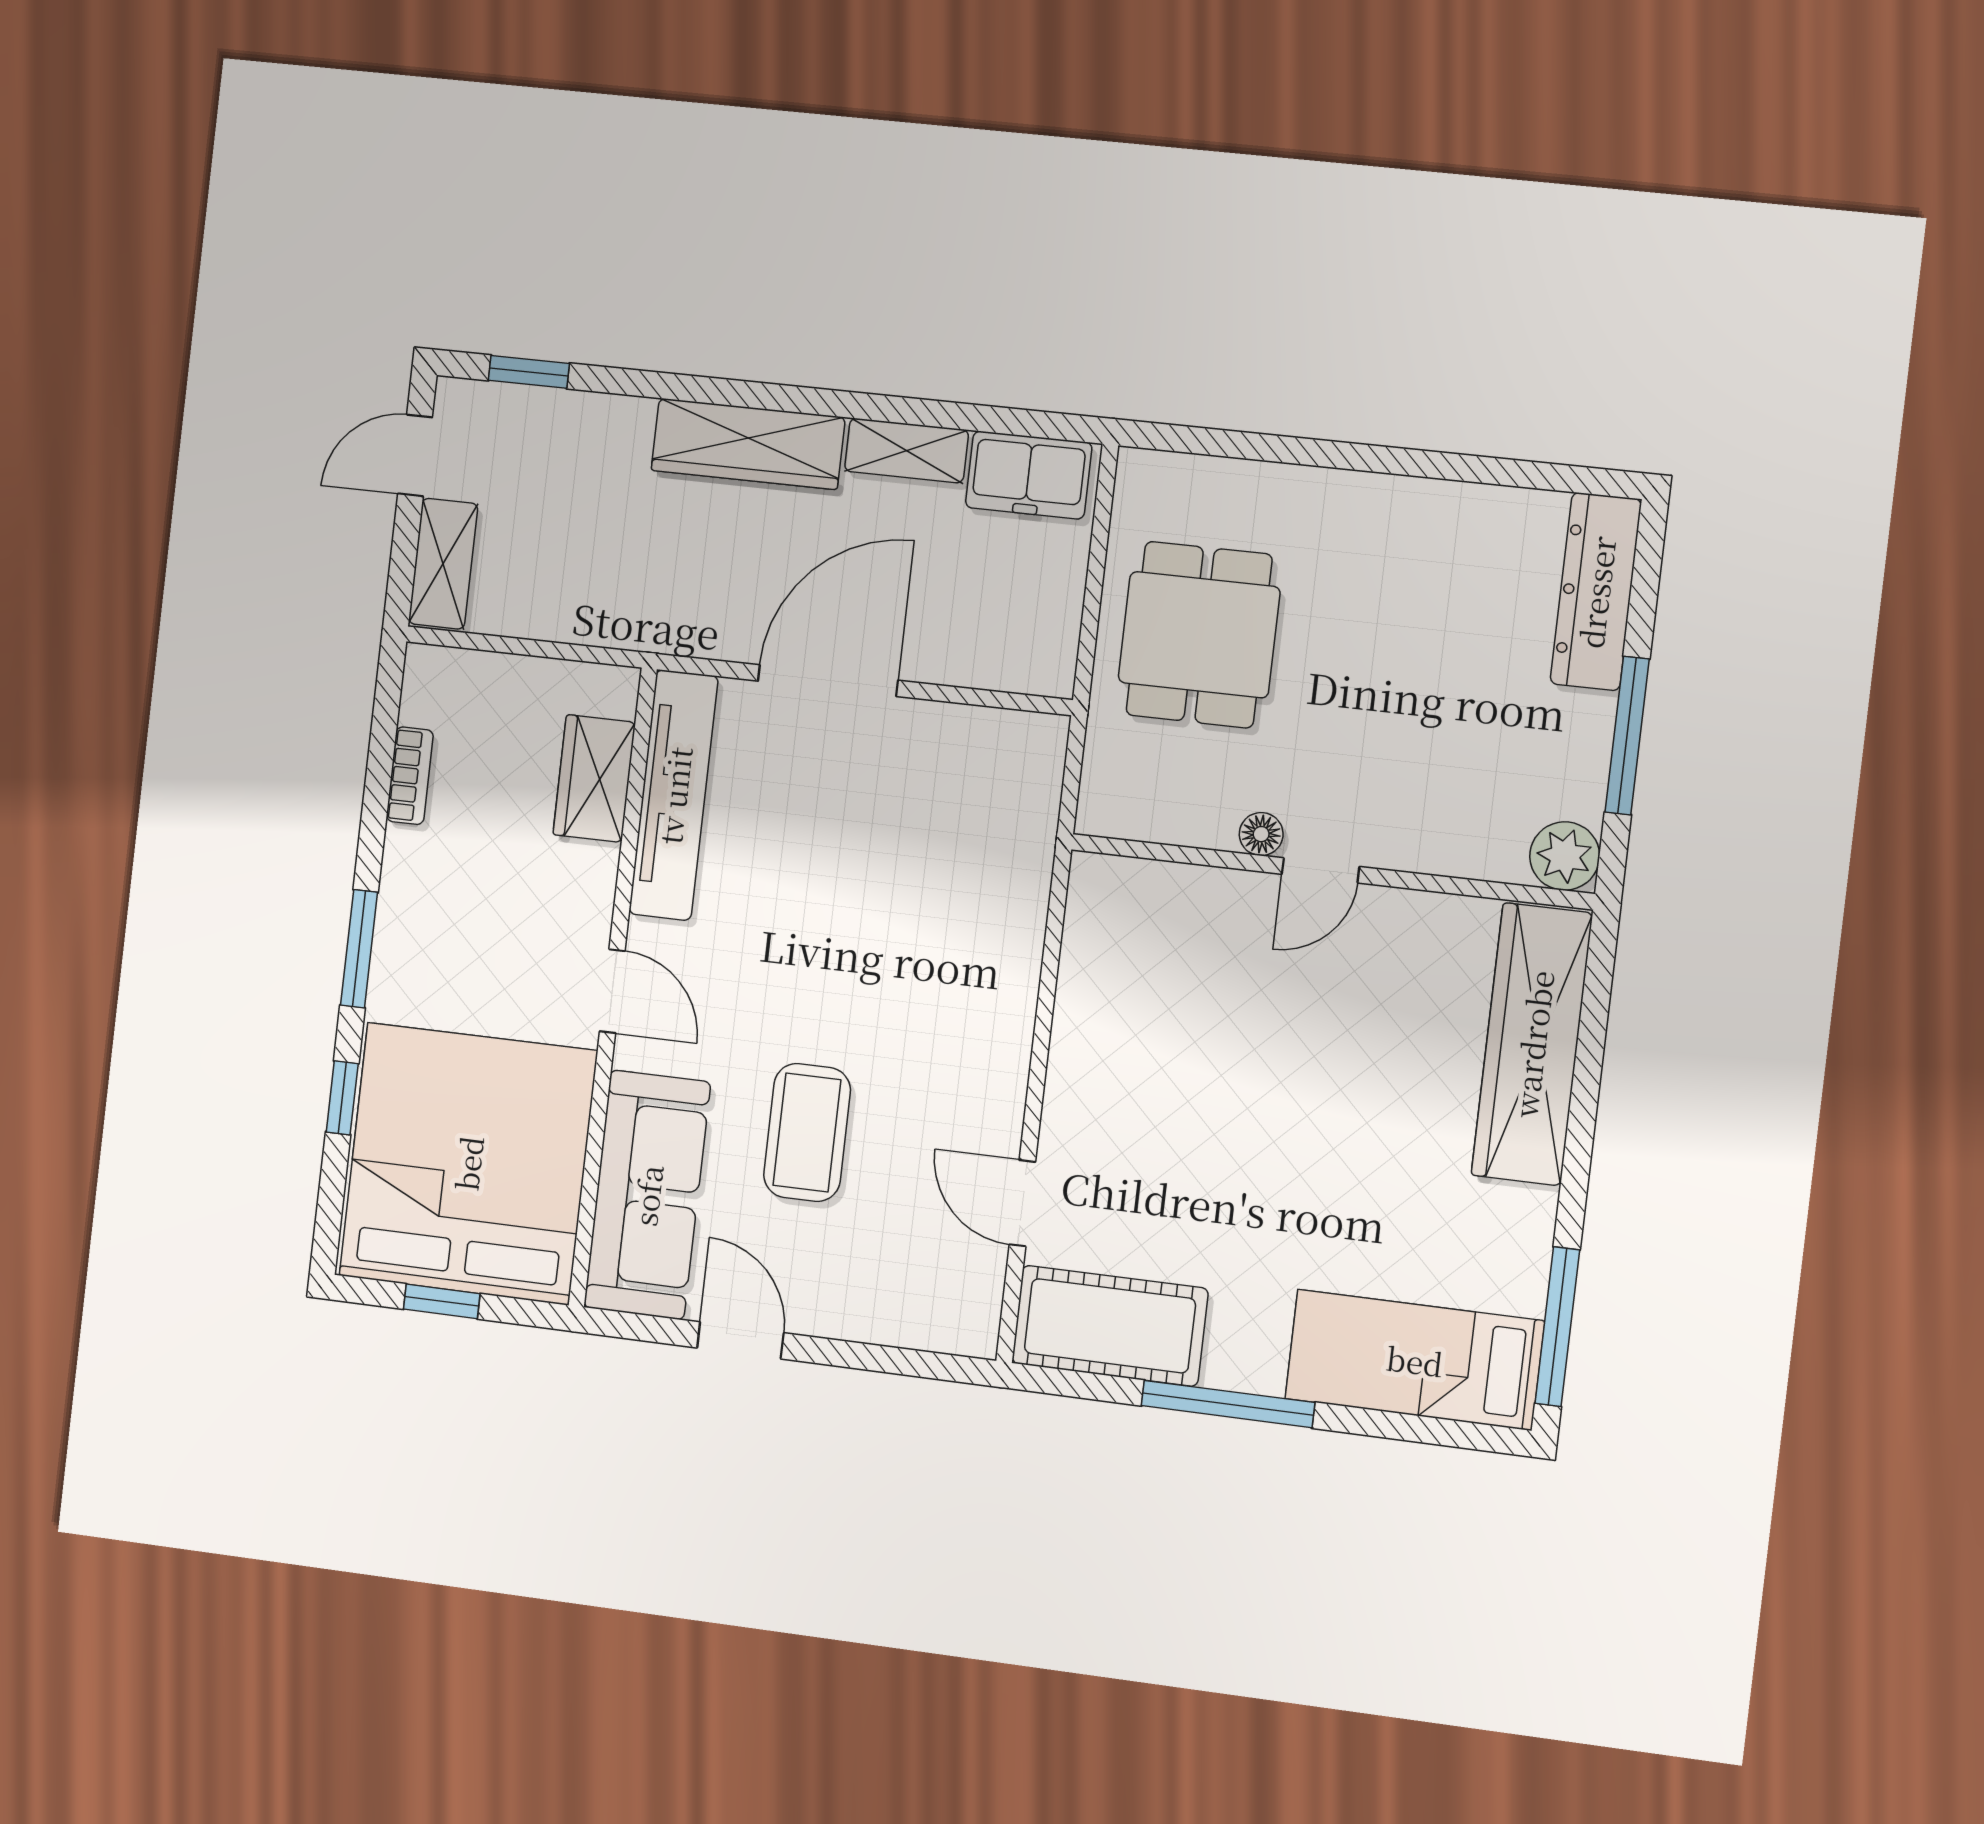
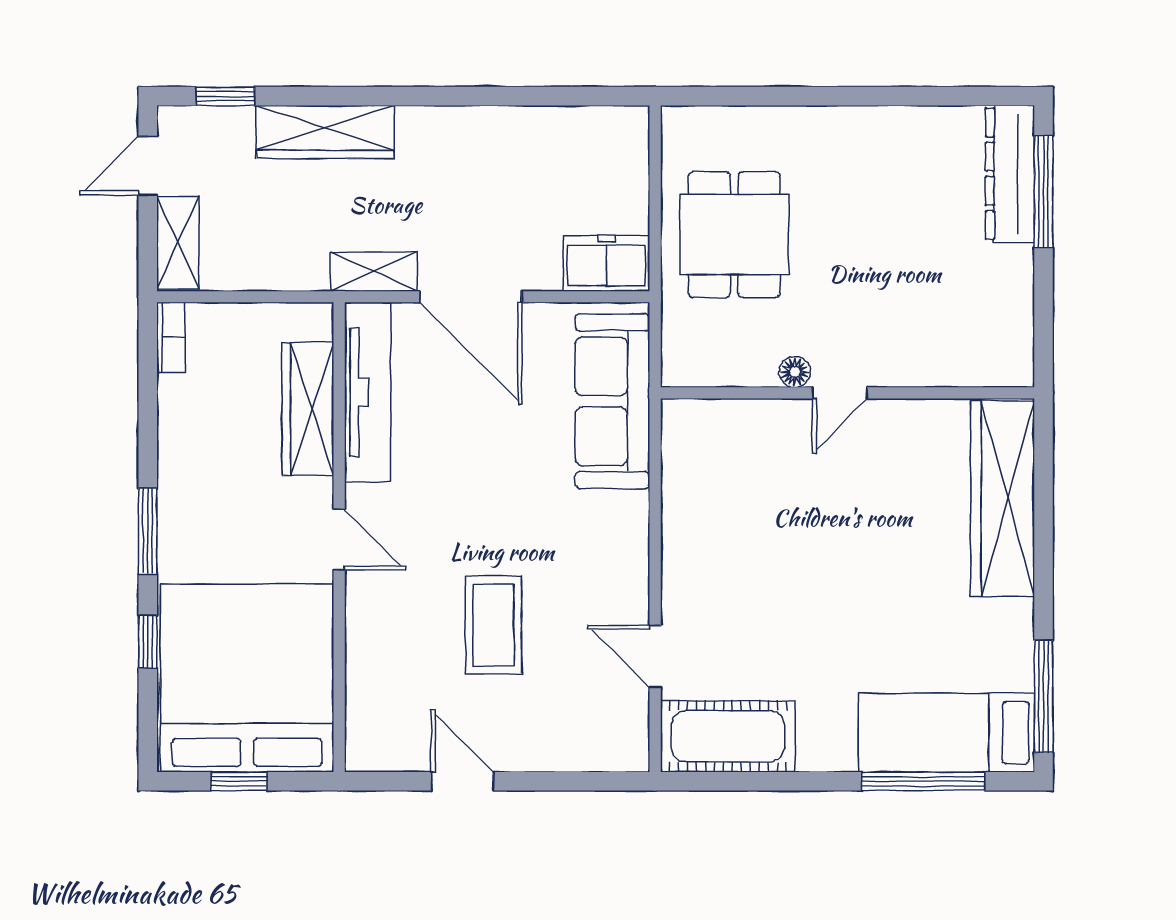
wardrobe: (748, 444) -> (325, 132), moved
shelving: (907, 451) -> (374, 272), moved
freezer: (1029, 475) -> (607, 263), moved, turned 180
door: (828, 681) -> (471, 297), swing flipped
window: (1627, 736) -> (1044, 192), moved
bookcase: (410, 776) -> (171, 337), moved
wardrobe: (594, 778) -> (308, 409), width x1.50
plant: (1565, 856) -> (1010, 363), removed
sofa: (647, 1195) -> (612, 401), moved, turned 180
window: (1228, 1404) -> (923, 781), moved

